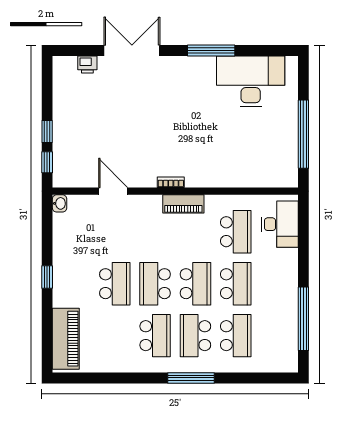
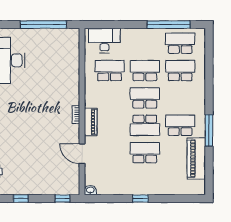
window: (47, 132) -> (21, 199), moved
door: (113, 191) -> (82, 154), hinge flipped
piano: (183, 204) -> (91, 122), moved
school desk: (195, 336) -> (180, 43), moved, turned 180
piano: (66, 339) -> (196, 159), moved, turned -90
window: (191, 378) -> (209, 130), moved

